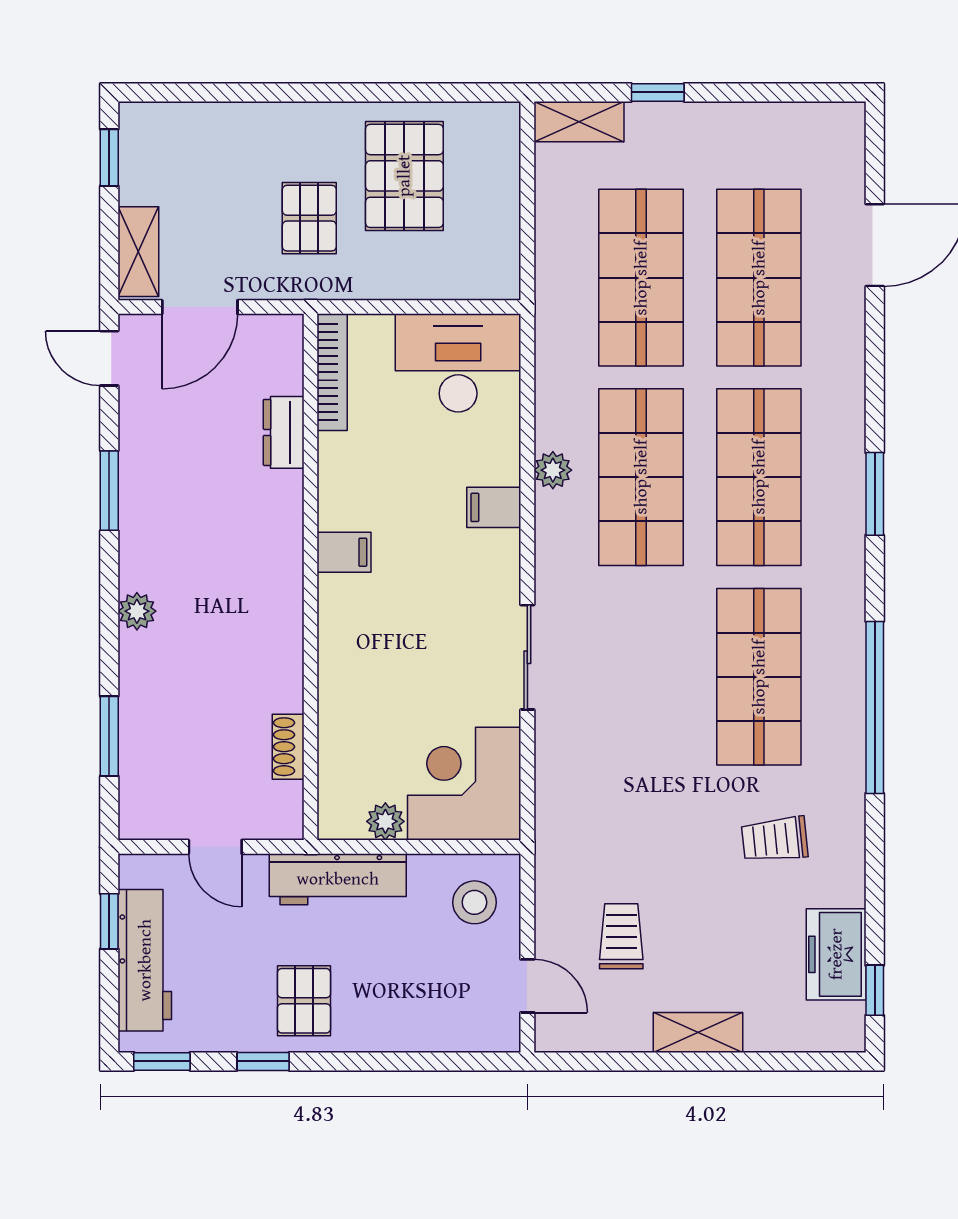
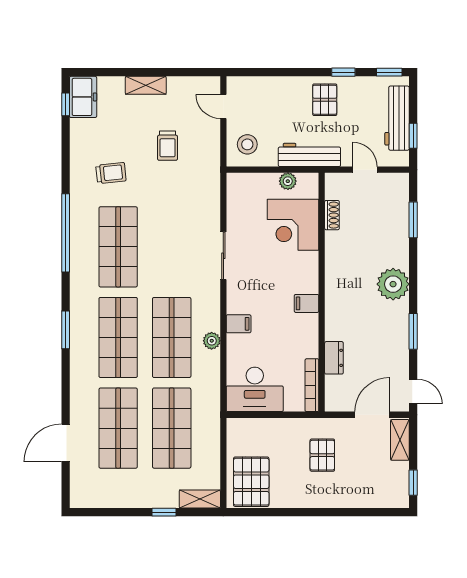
pallet: (404, 176) -> (251, 482), moved
plant: (137, 611) -> (393, 284), width x1.88, depth x1.88
corner desk: (464, 784) -> (293, 225), moved, turned 90
trolley: (621, 936) -> (168, 146), moved
freezer: (836, 954) -> (83, 97), moved

